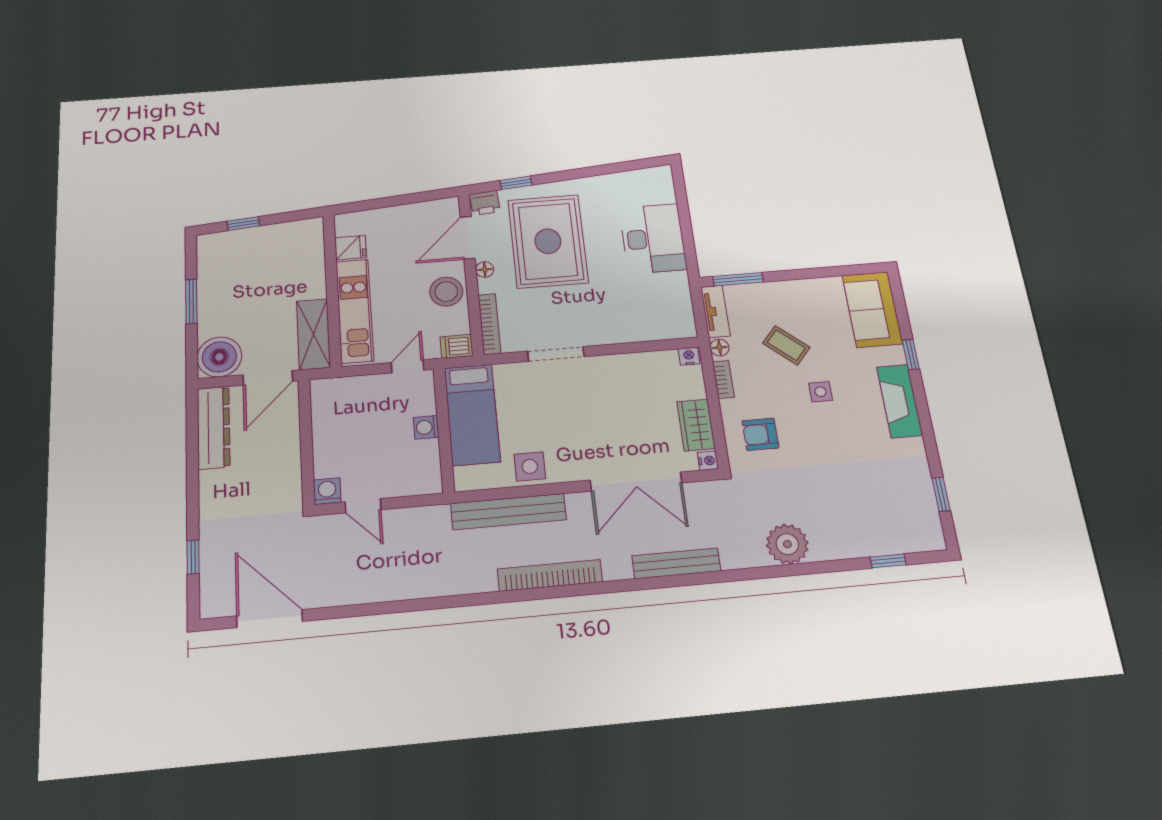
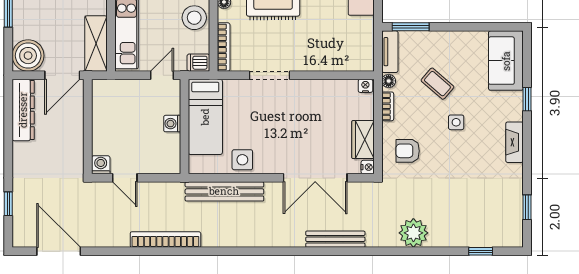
fireplace: (900, 401) -> (514, 142), width x0.73, depth x0.76
bookcase: (550, 575) -> (165, 240), moved

